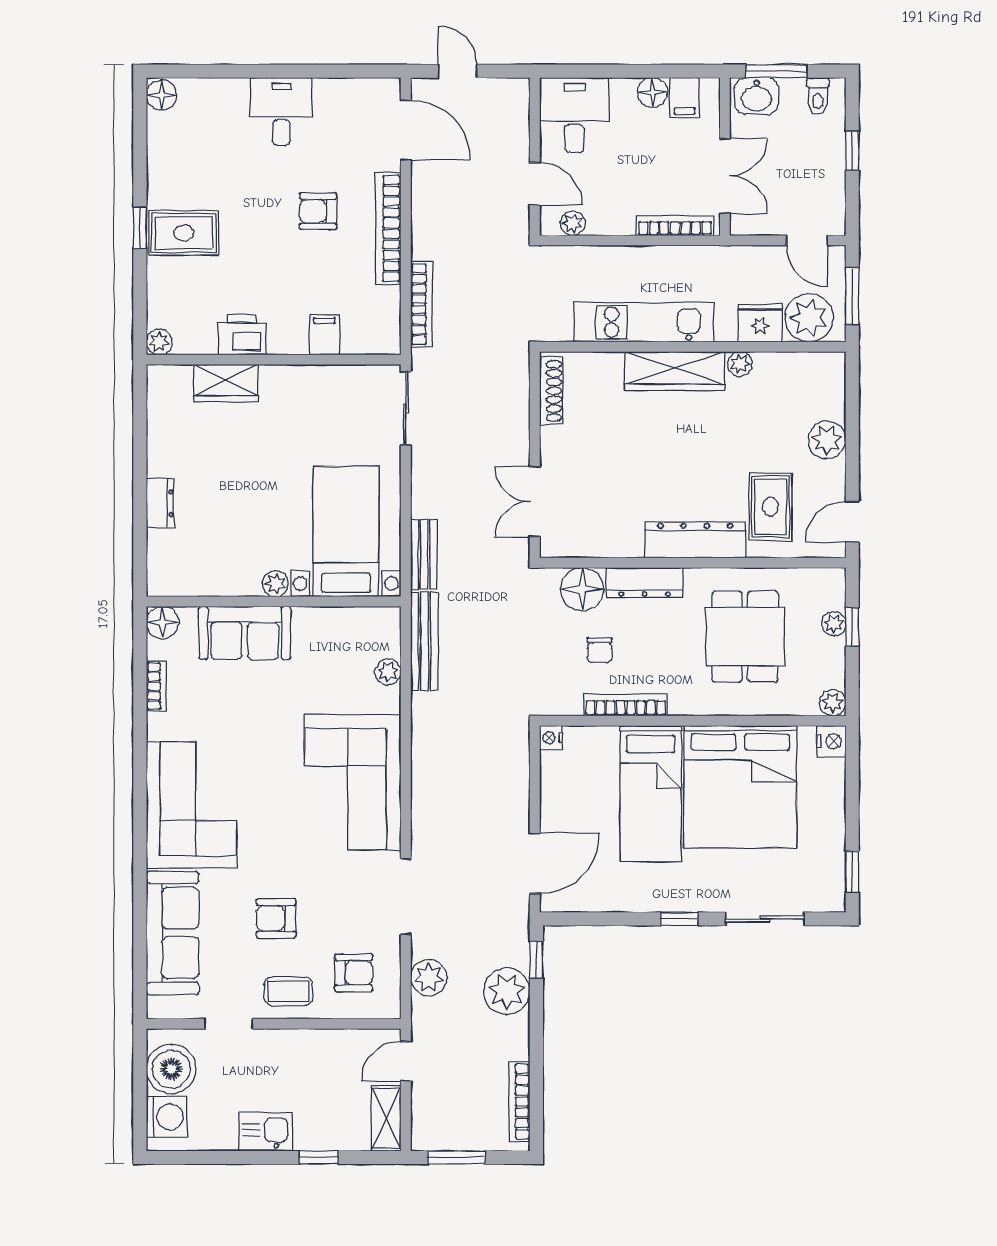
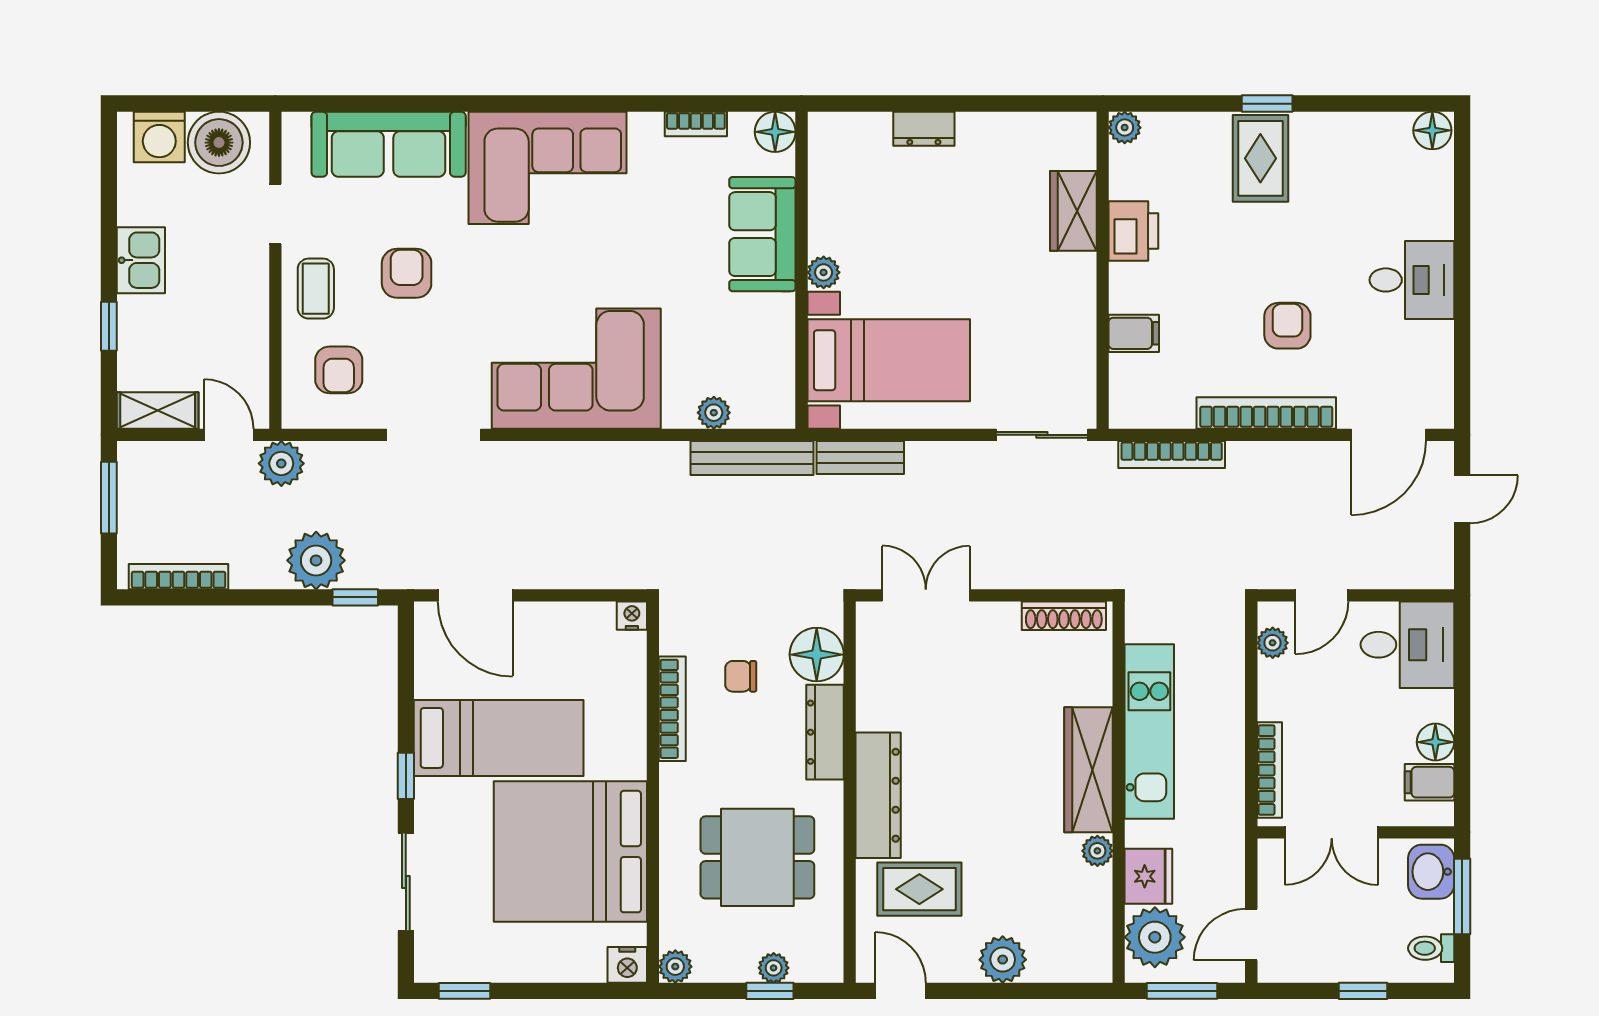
bed: (651, 793) -> (499, 738), moved, turned 180
plant: (429, 978) -> (281, 463), moved

